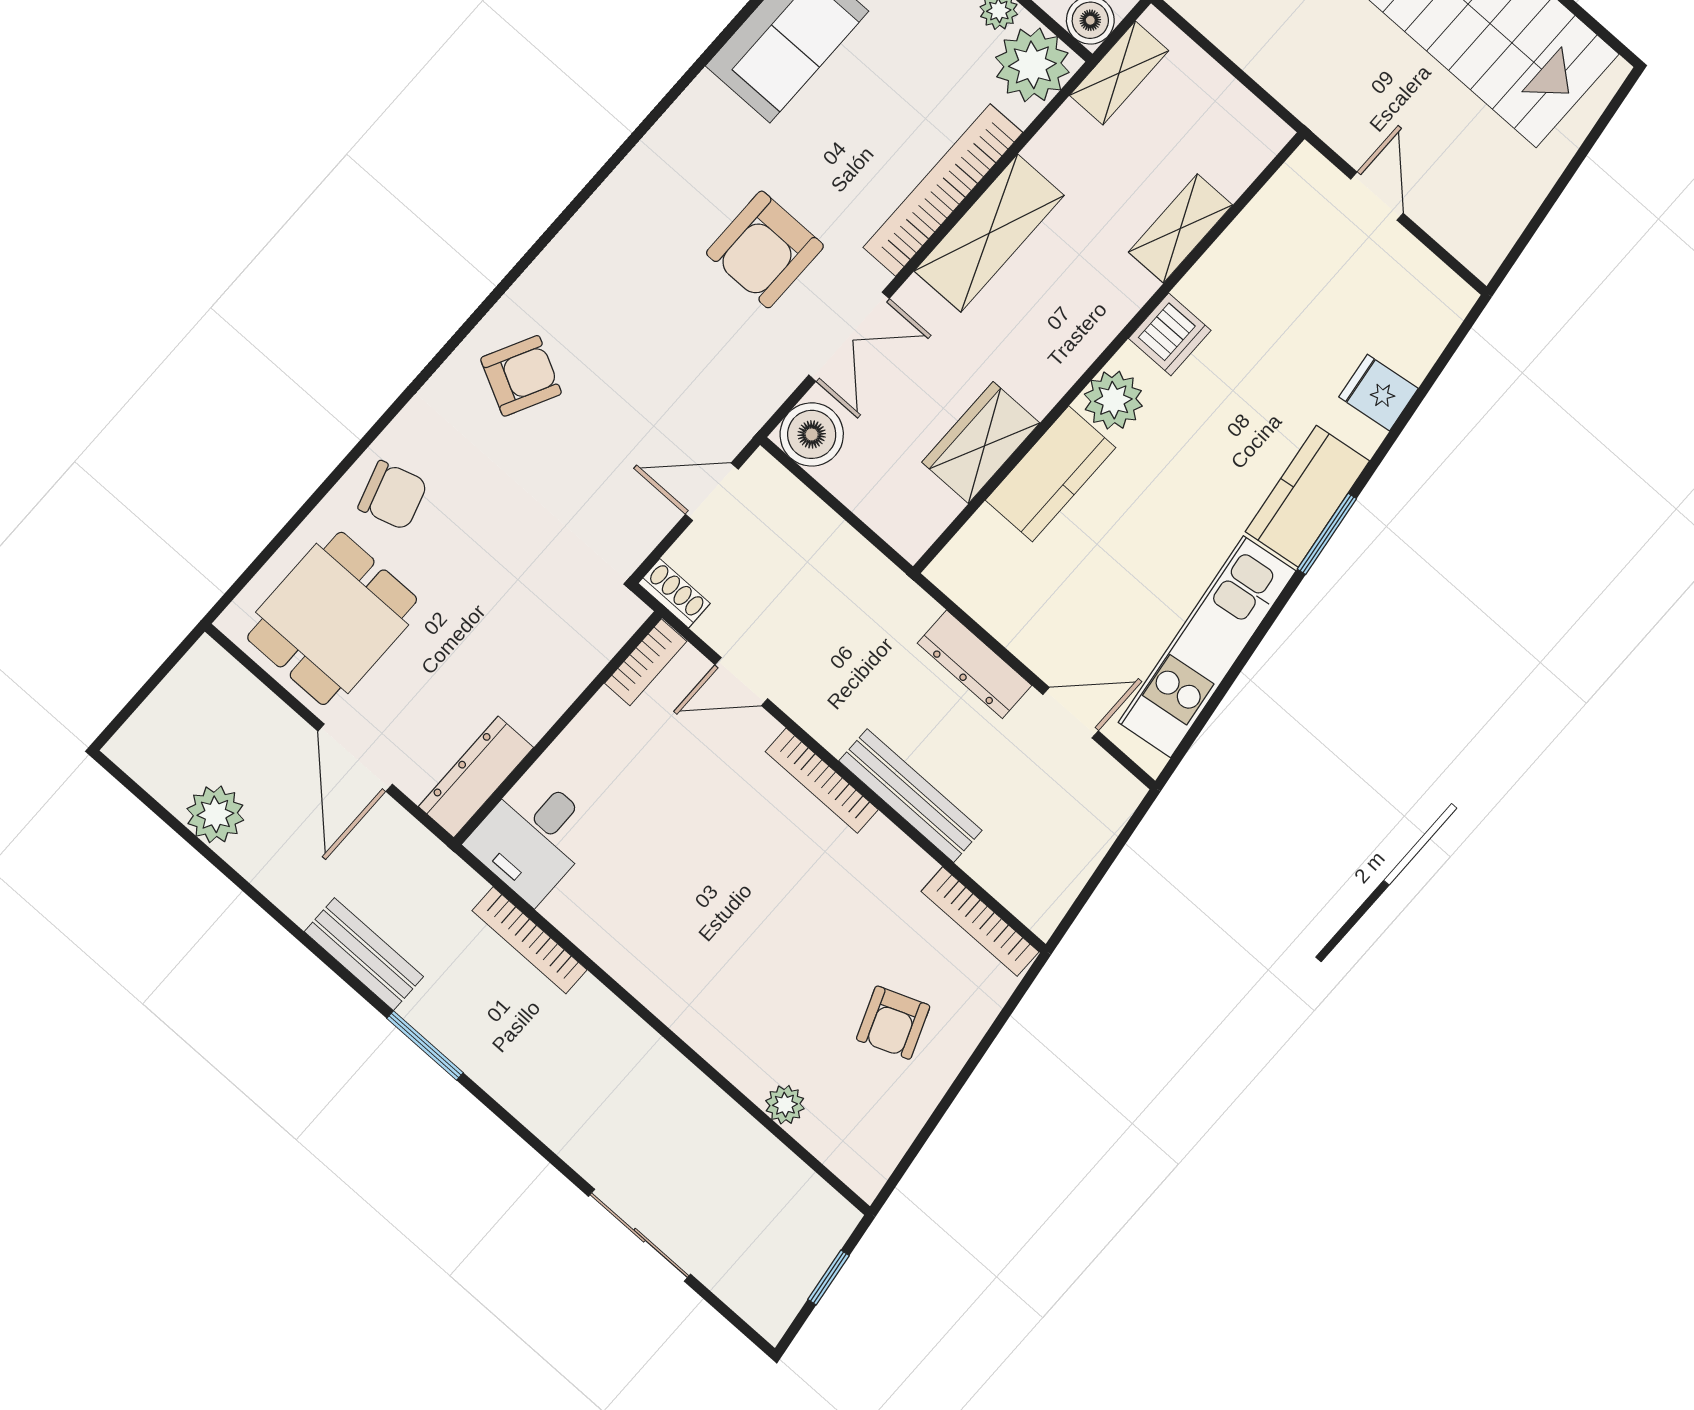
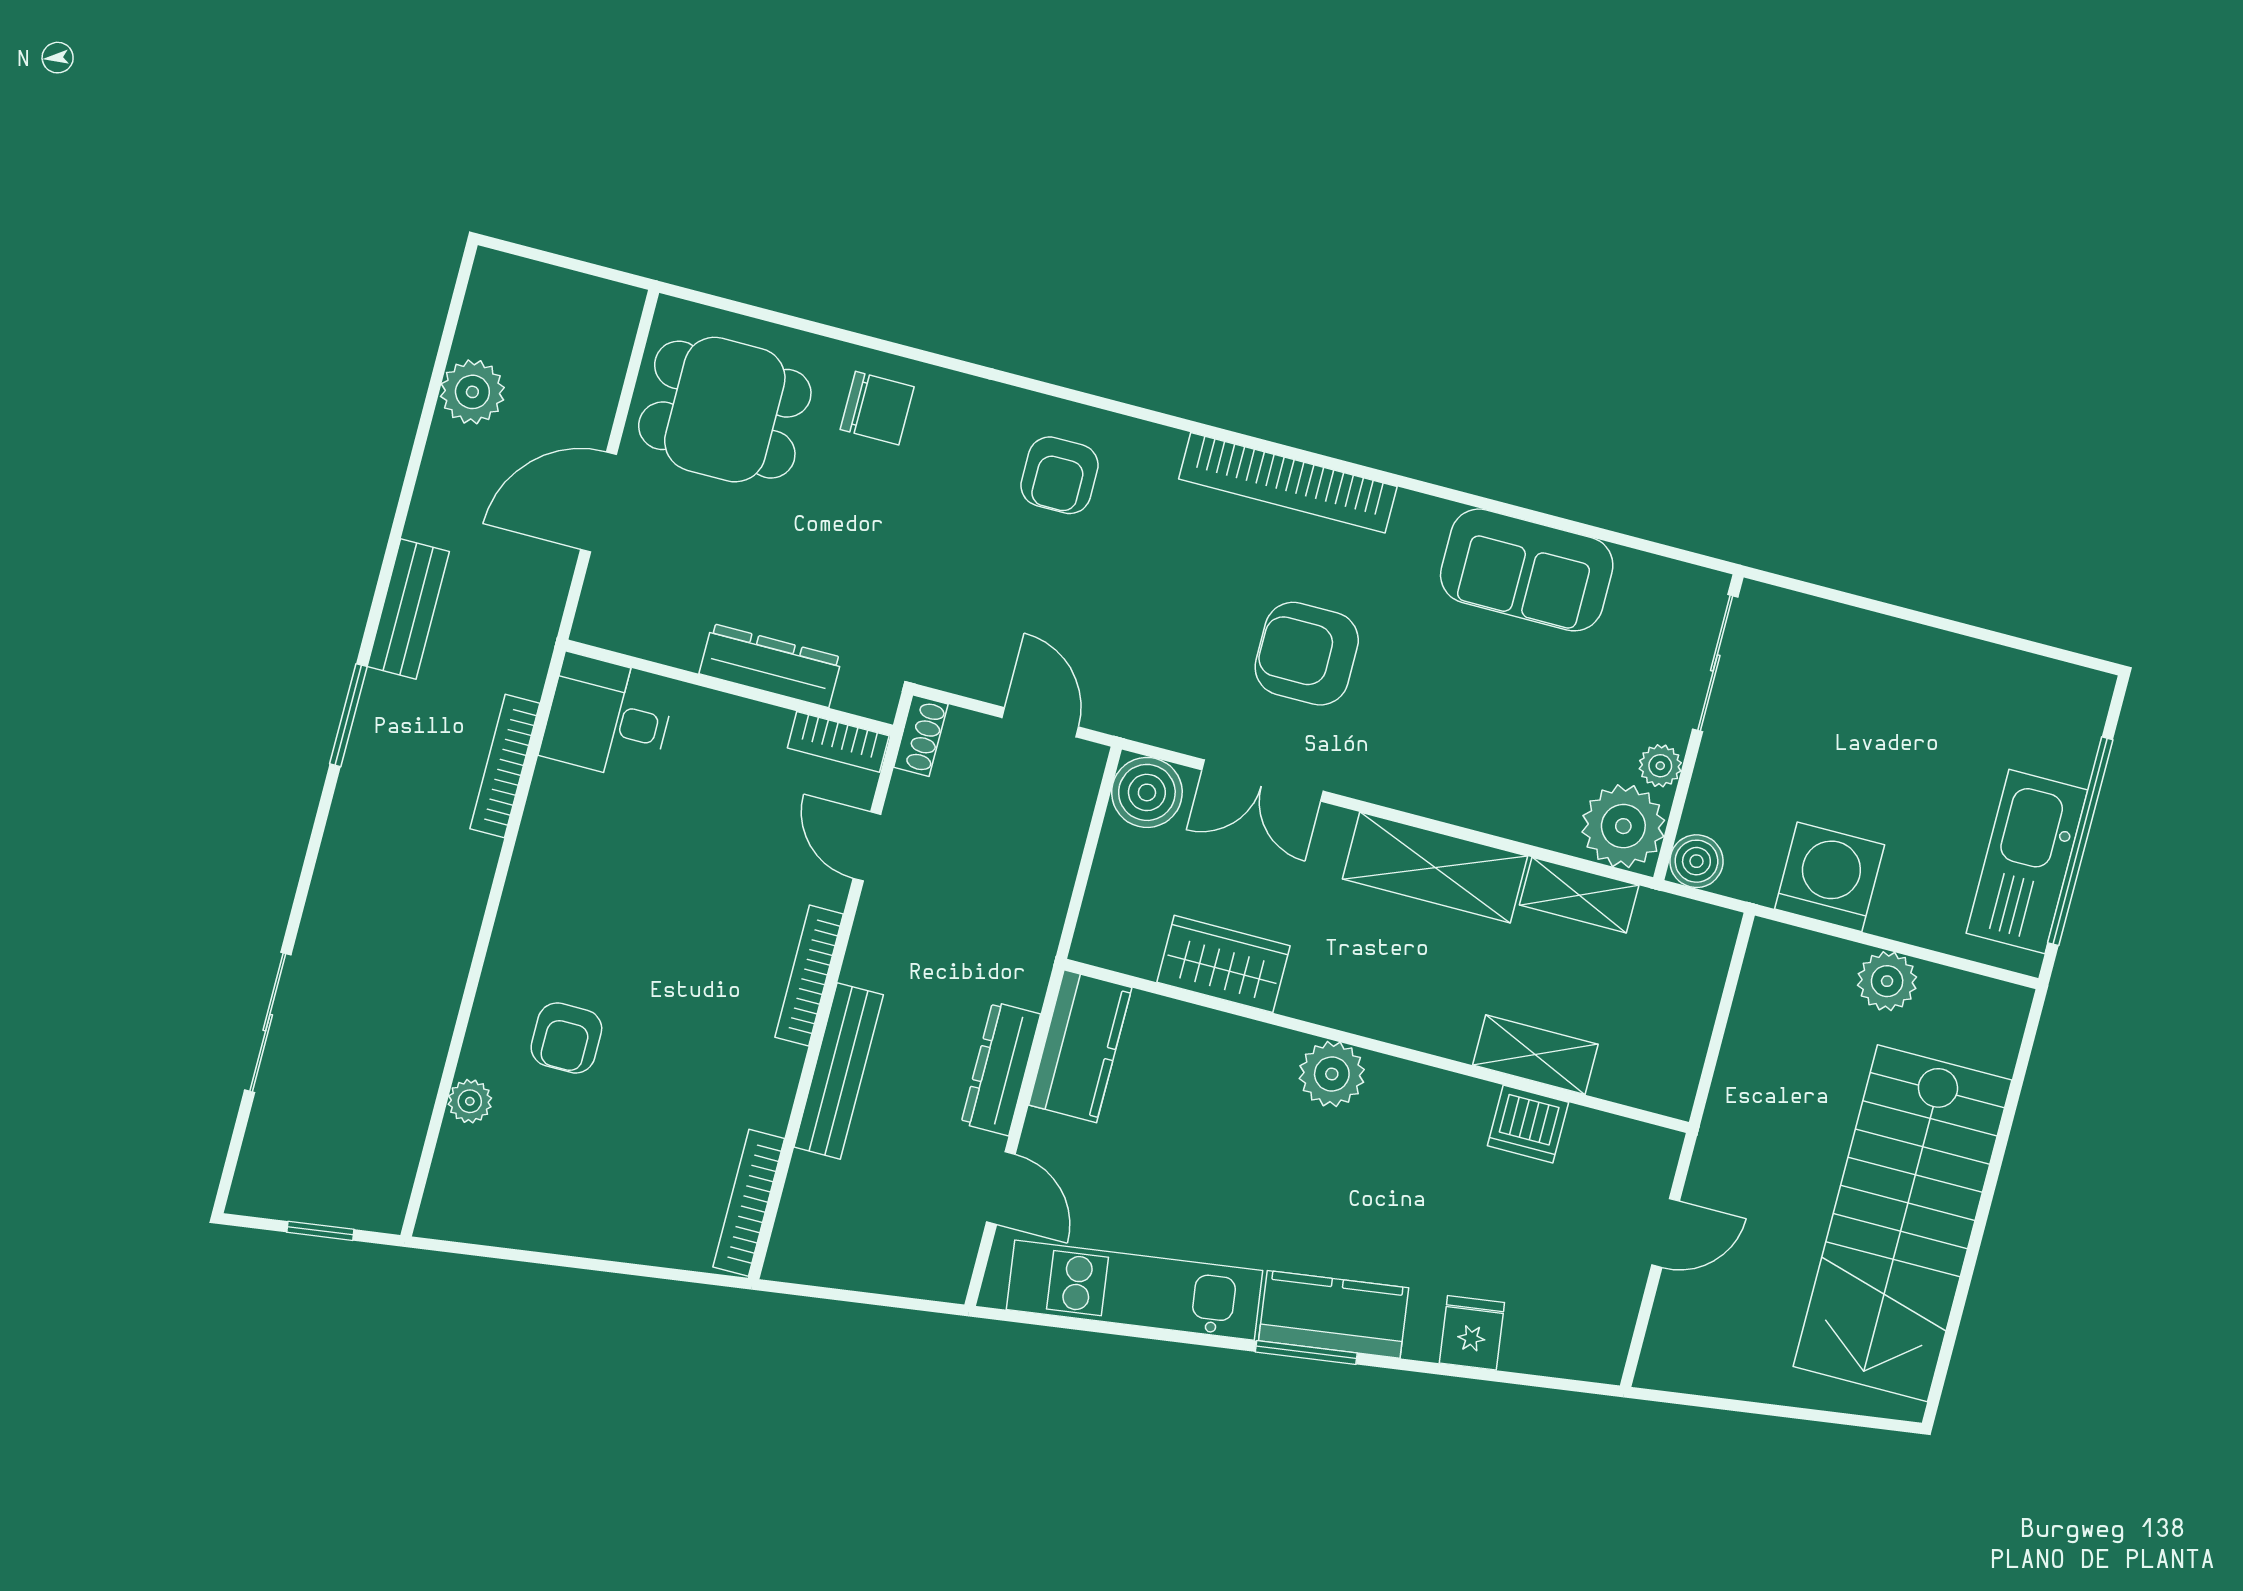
shelving: (1119, 73) -> (1579, 895), moved
bookcase: (943, 190) -> (1288, 483), moved, turned 180
dishwasher: (1170, 334) -> (1528, 1124), moved
armchair: (521, 376) -> (1060, 475), turned 63
kitchen counter: (1051, 474) -> (1080, 1046), moved, turned -90
chair: (393, 495) -> (877, 408), turned -73
dresser: (476, 777) -> (770, 666), moved
armchair: (893, 1023) -> (566, 1038), moved, turned -69

